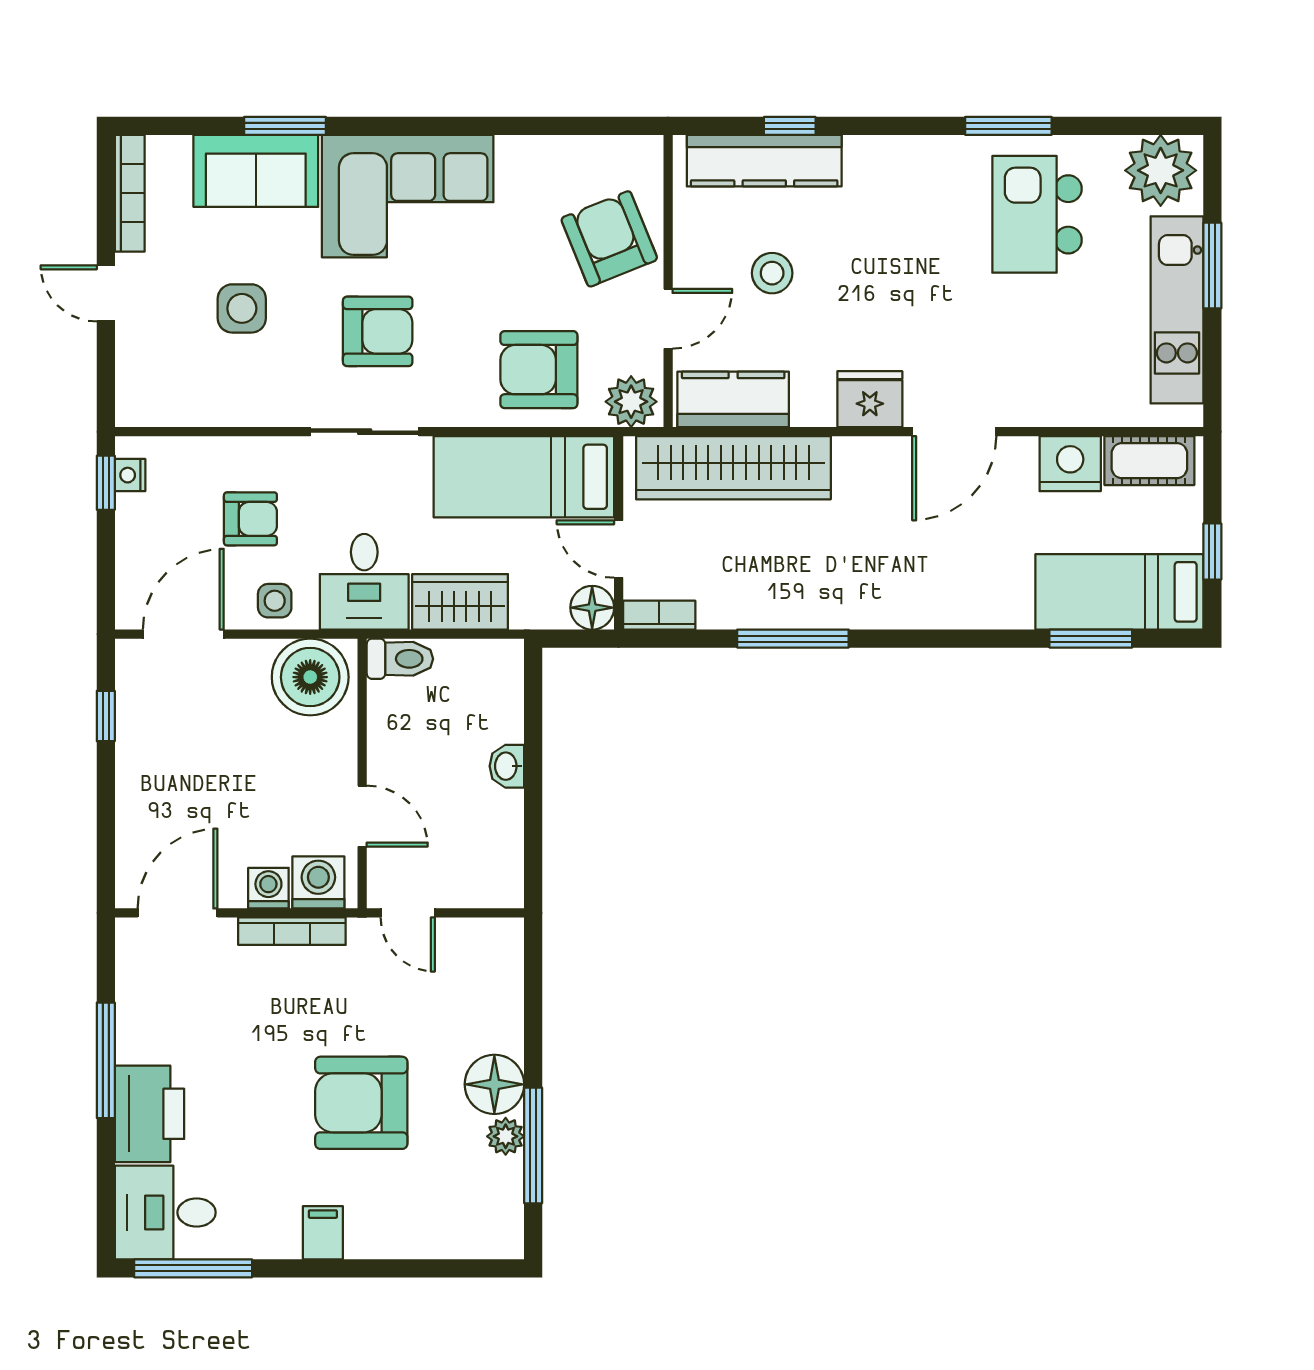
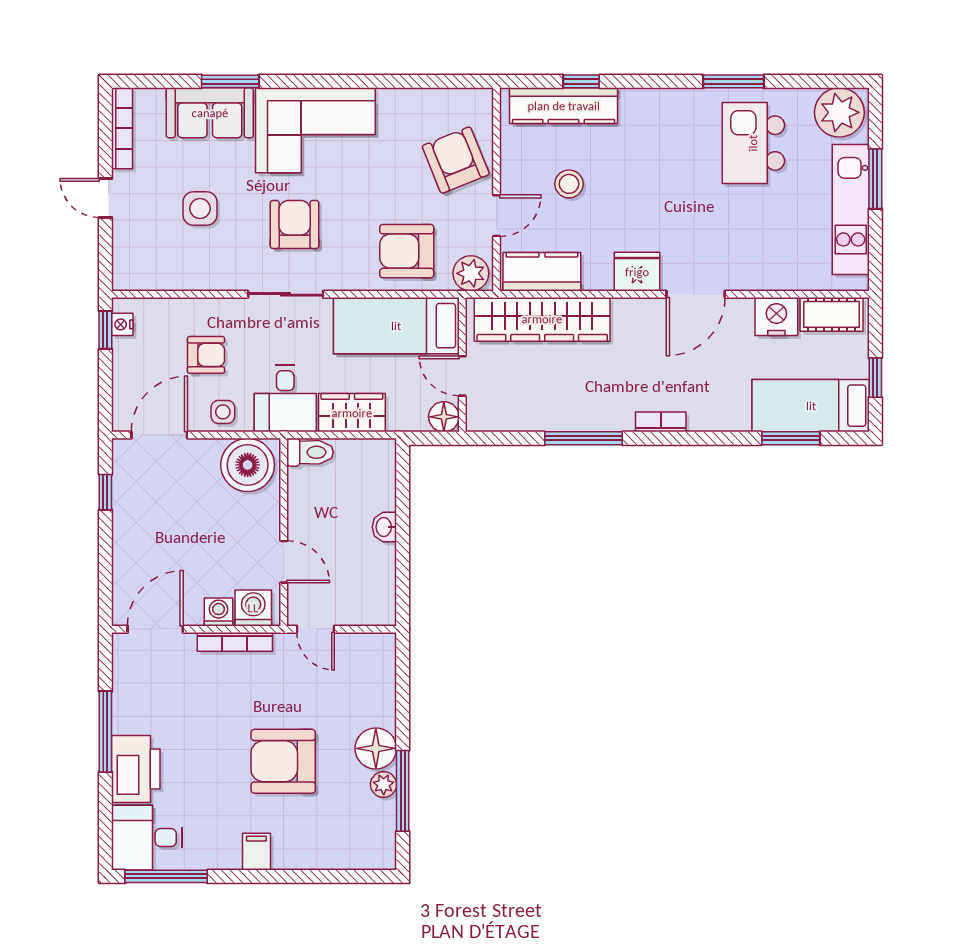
armchair: (378, 331) -> (295, 224), turned -90
bookcase: (659, 615) -> (661, 422), moved

